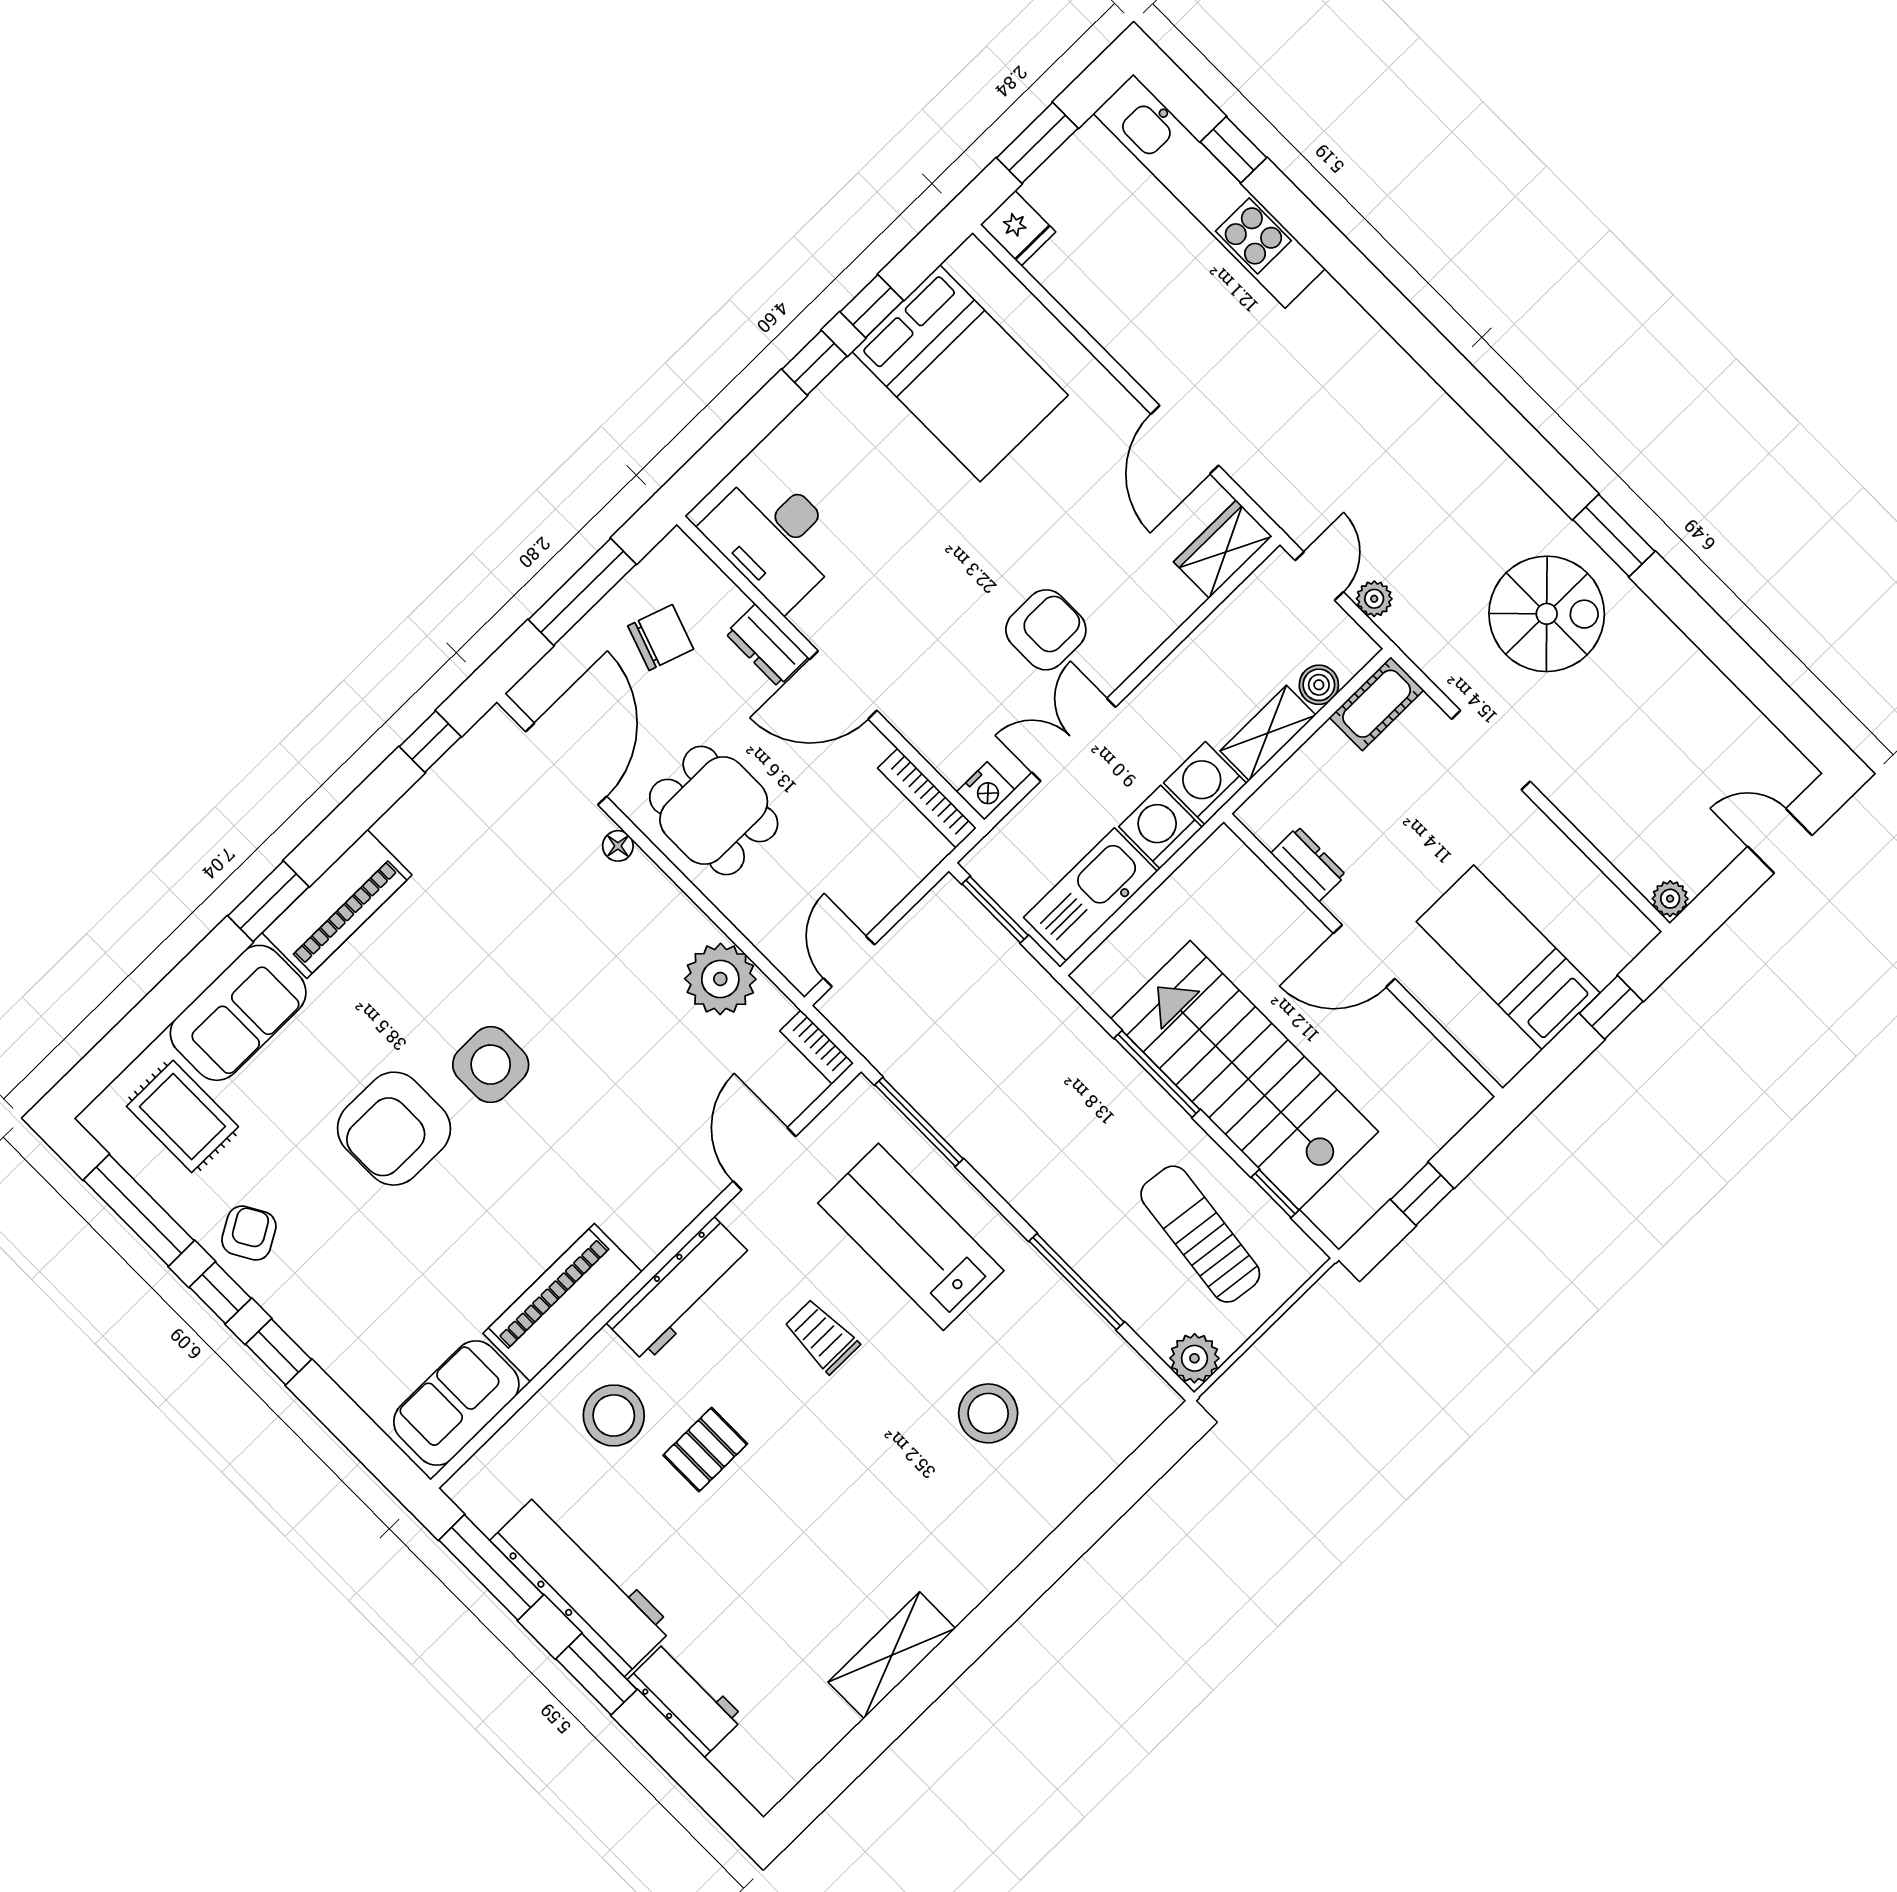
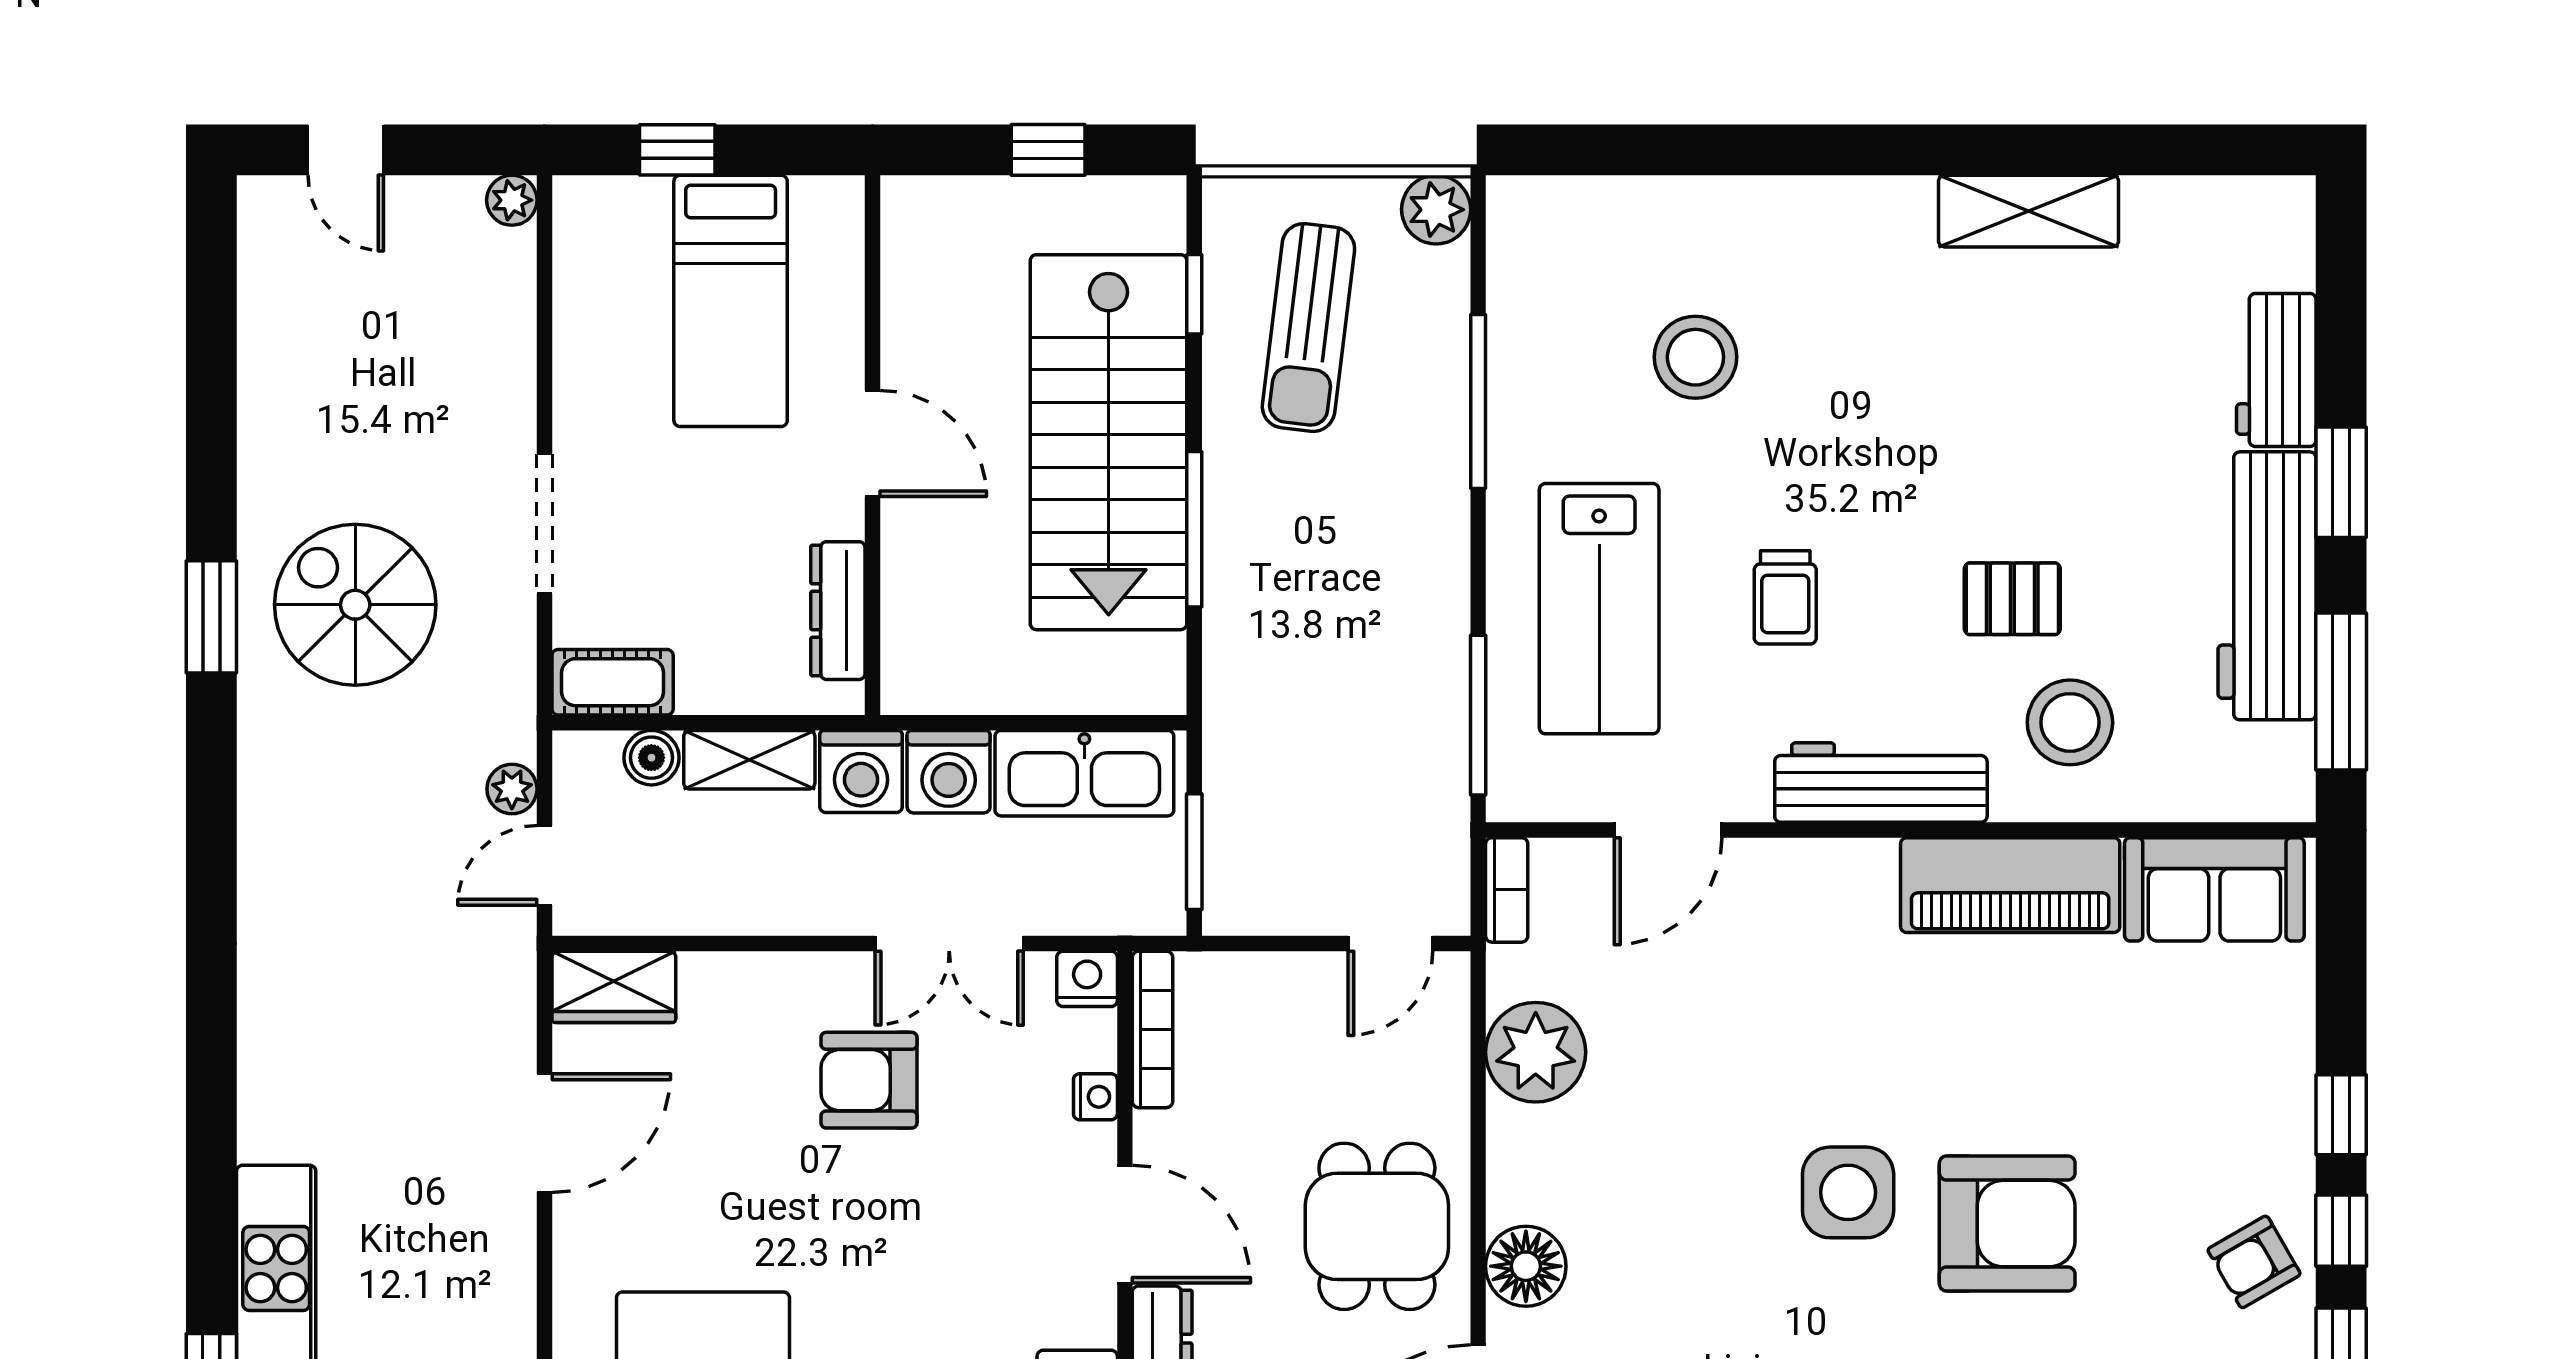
nightstand: (922, 735) -> (1095, 1097), added
floor lamp: (618, 846) -> (1526, 1266), width x1.89, depth x1.89
dresser: (1308, 864) -> (838, 611), width x1.44

